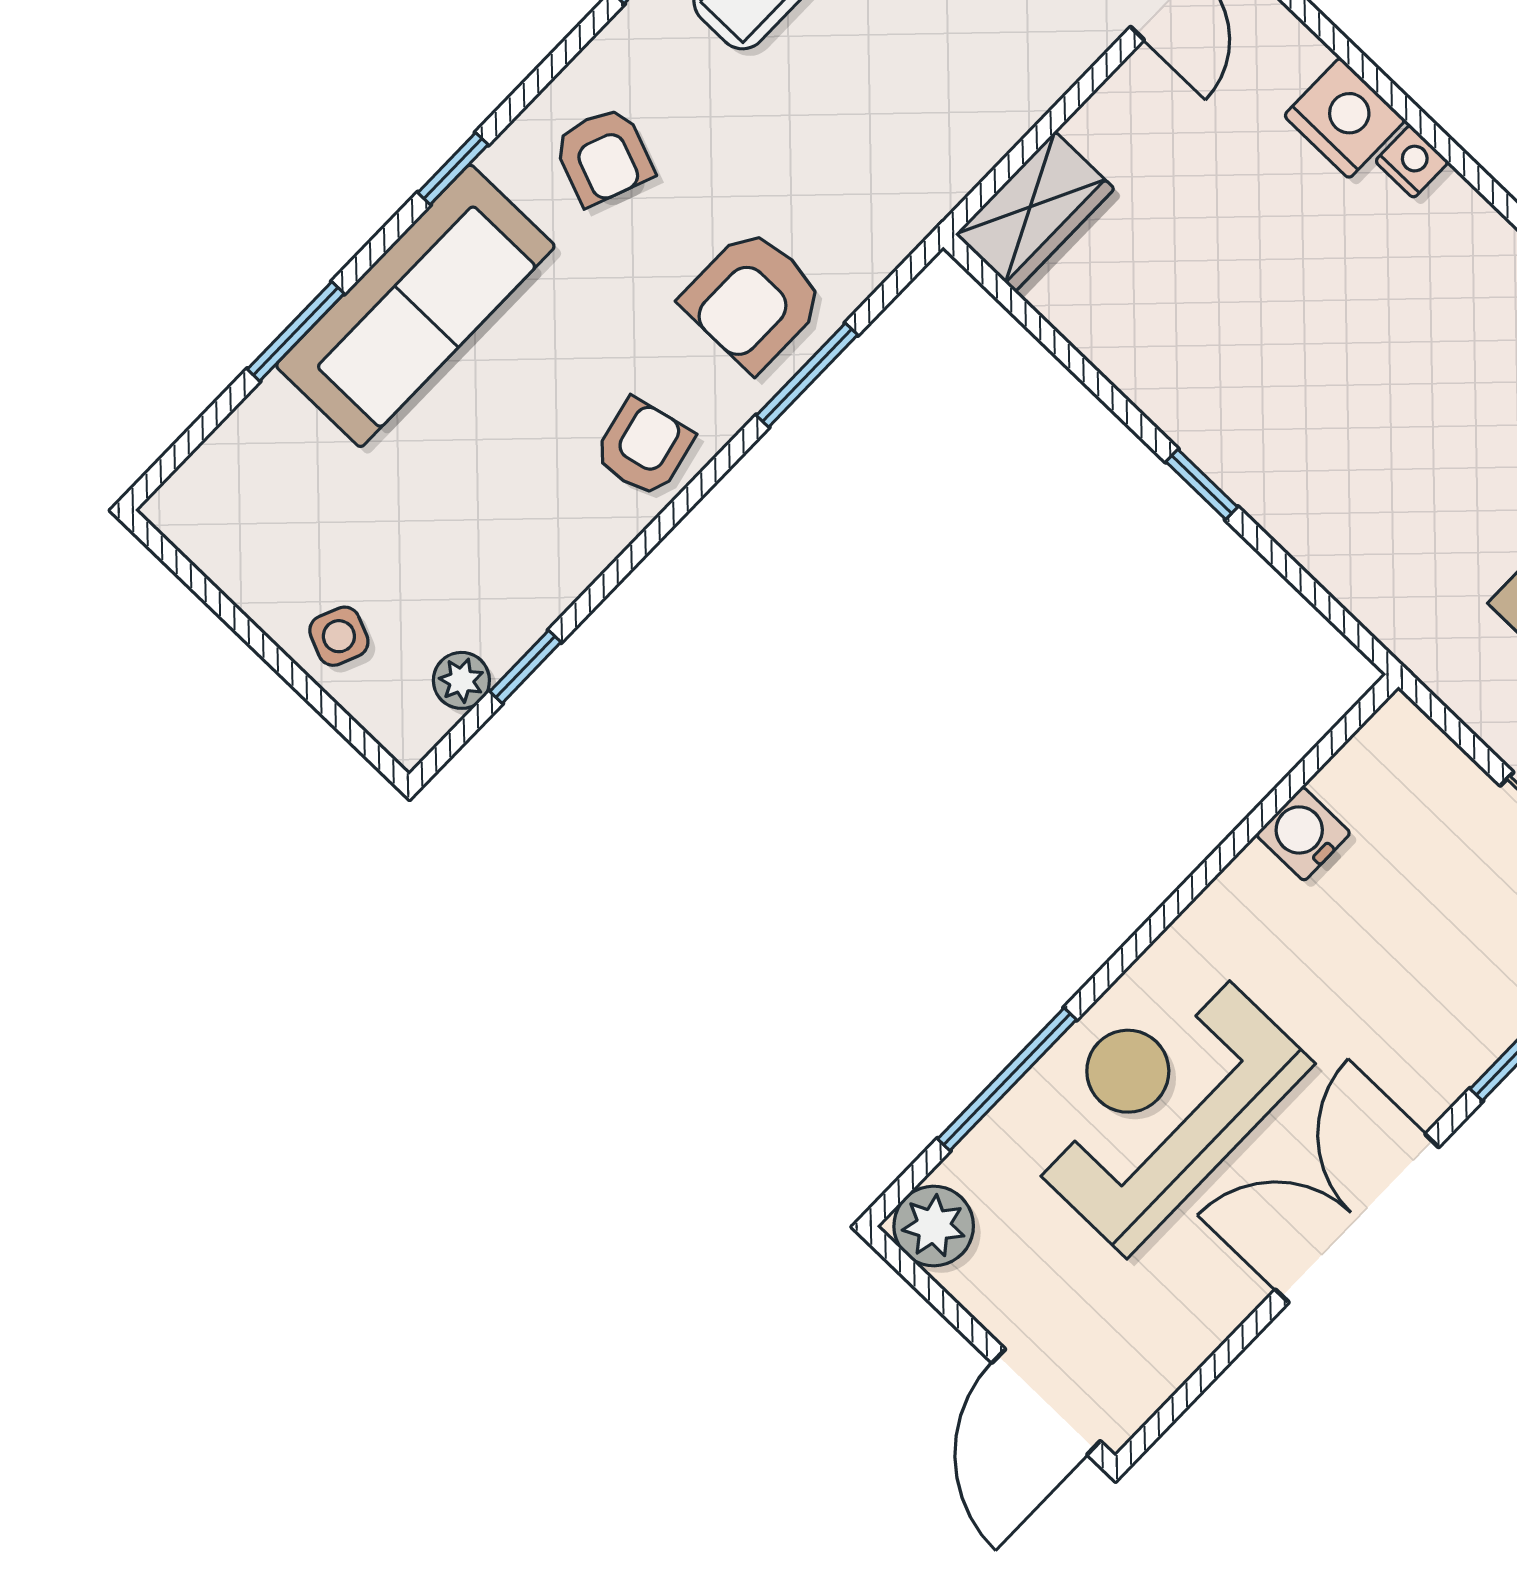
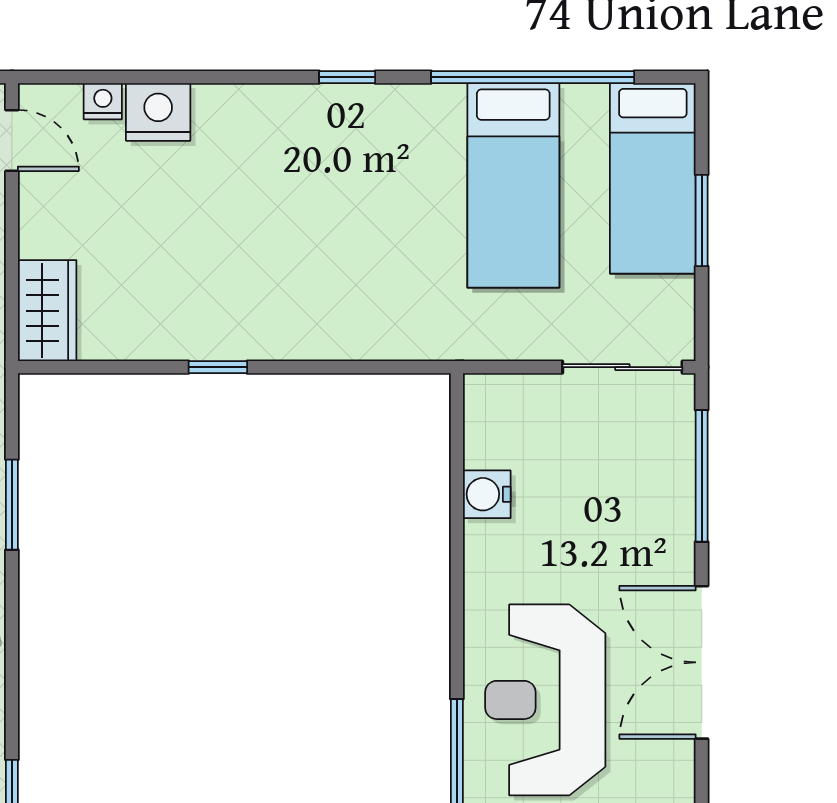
nightstand: (1412, 162) -> (103, 101), moved
window: (1202, 484) -> (218, 367), moved

